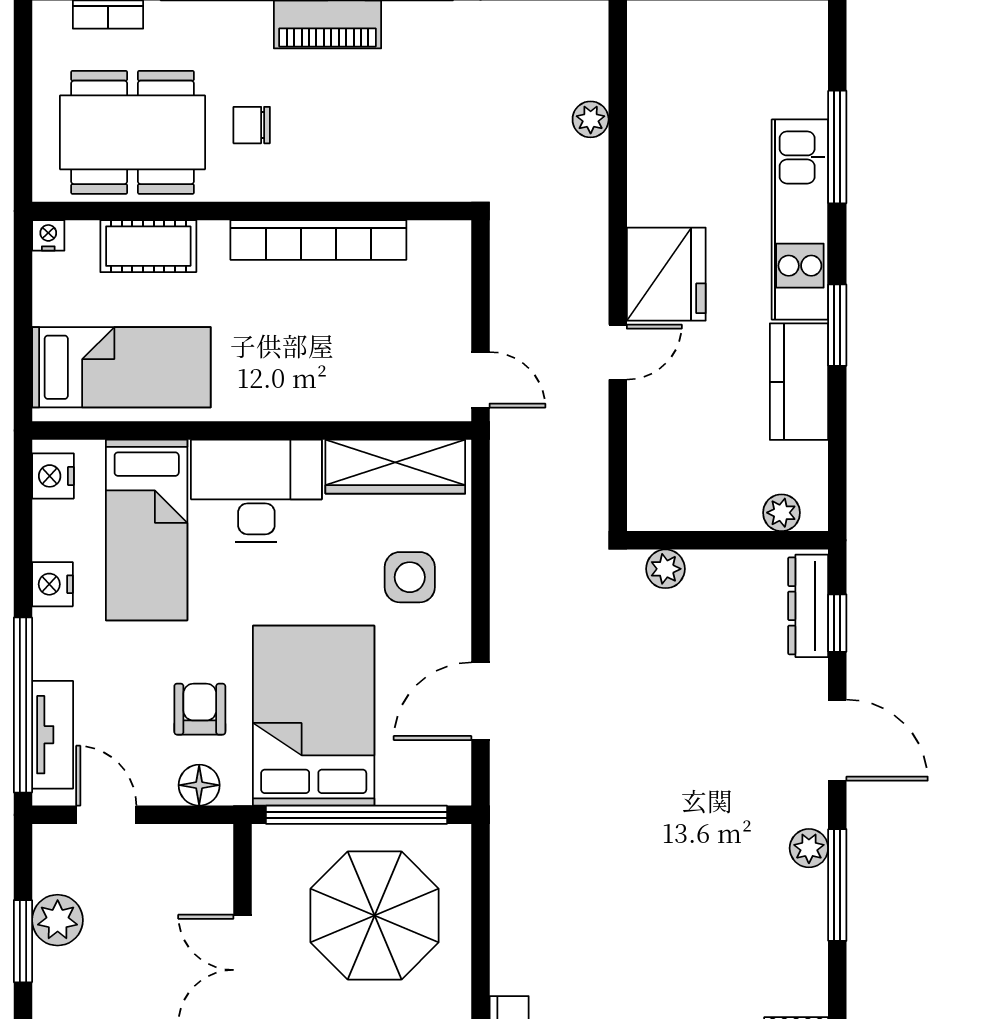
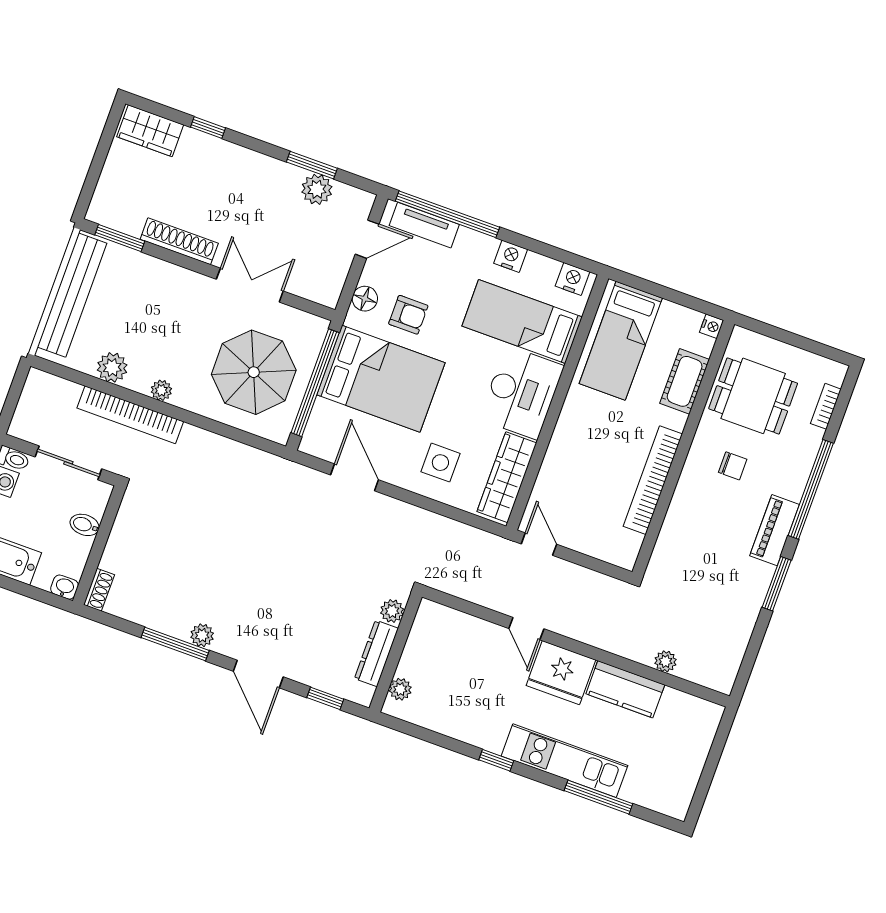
chair: (252, 125) -> (733, 466), turned 90
dining table: (133, 132) -> (753, 396), width x0.73
window: (837, 325) -> (496, 760), width x0.67
door: (480, 380) -> (539, 544), swing flipped
kitchen counter: (799, 382) -> (625, 689), moved, turned 180
dresser: (808, 606) -> (376, 653), moved, turned -90
door: (837, 740) -> (258, 674), hinge flipped

